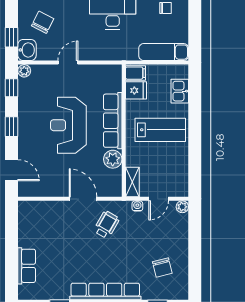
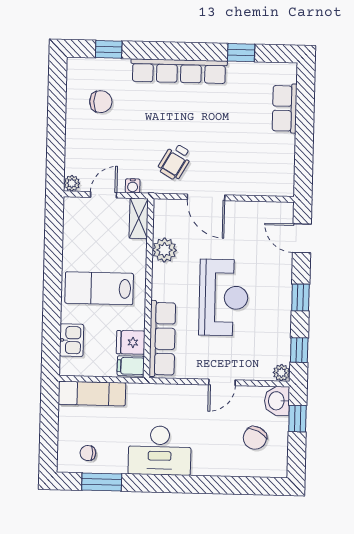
row of seats: (113, 121) -> (162, 339), moved
chair: (162, 267) -> (101, 102), turned 104

